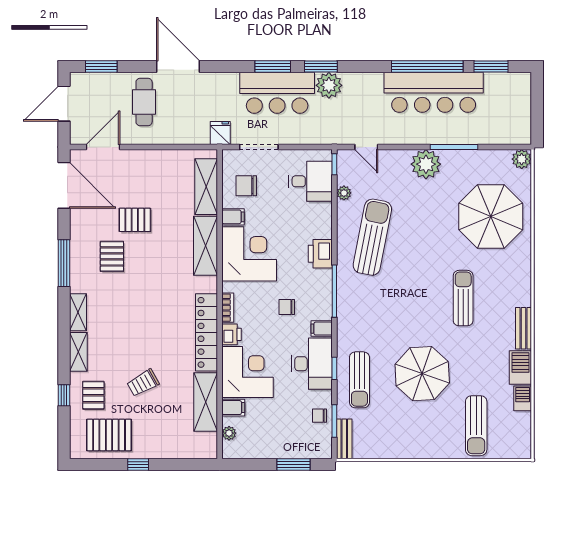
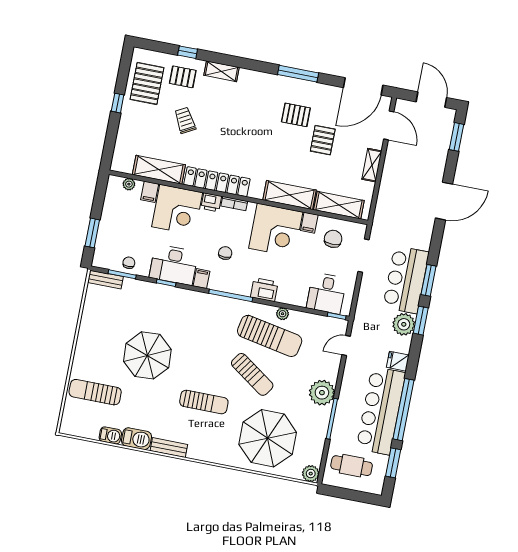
cafe table: (144, 102) -> (352, 466), moved
fridge: (220, 133) -> (398, 361), moved, turned 180
plant: (344, 193) -> (283, 314), moved
shelving: (78, 312) -> (372, 165), moved, turned 90
sun lounger: (359, 380) -> (252, 374), moved, turned -145

